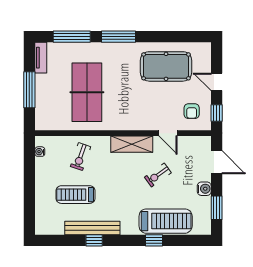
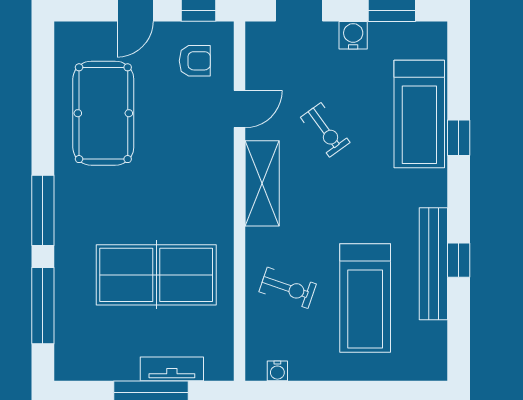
tv unit: (41, 58) -> (172, 369), moved
treadmill: (75, 195) -> (365, 298), width x1.37, depth x1.38
treadmill: (166, 221) -> (419, 114), turned 180

